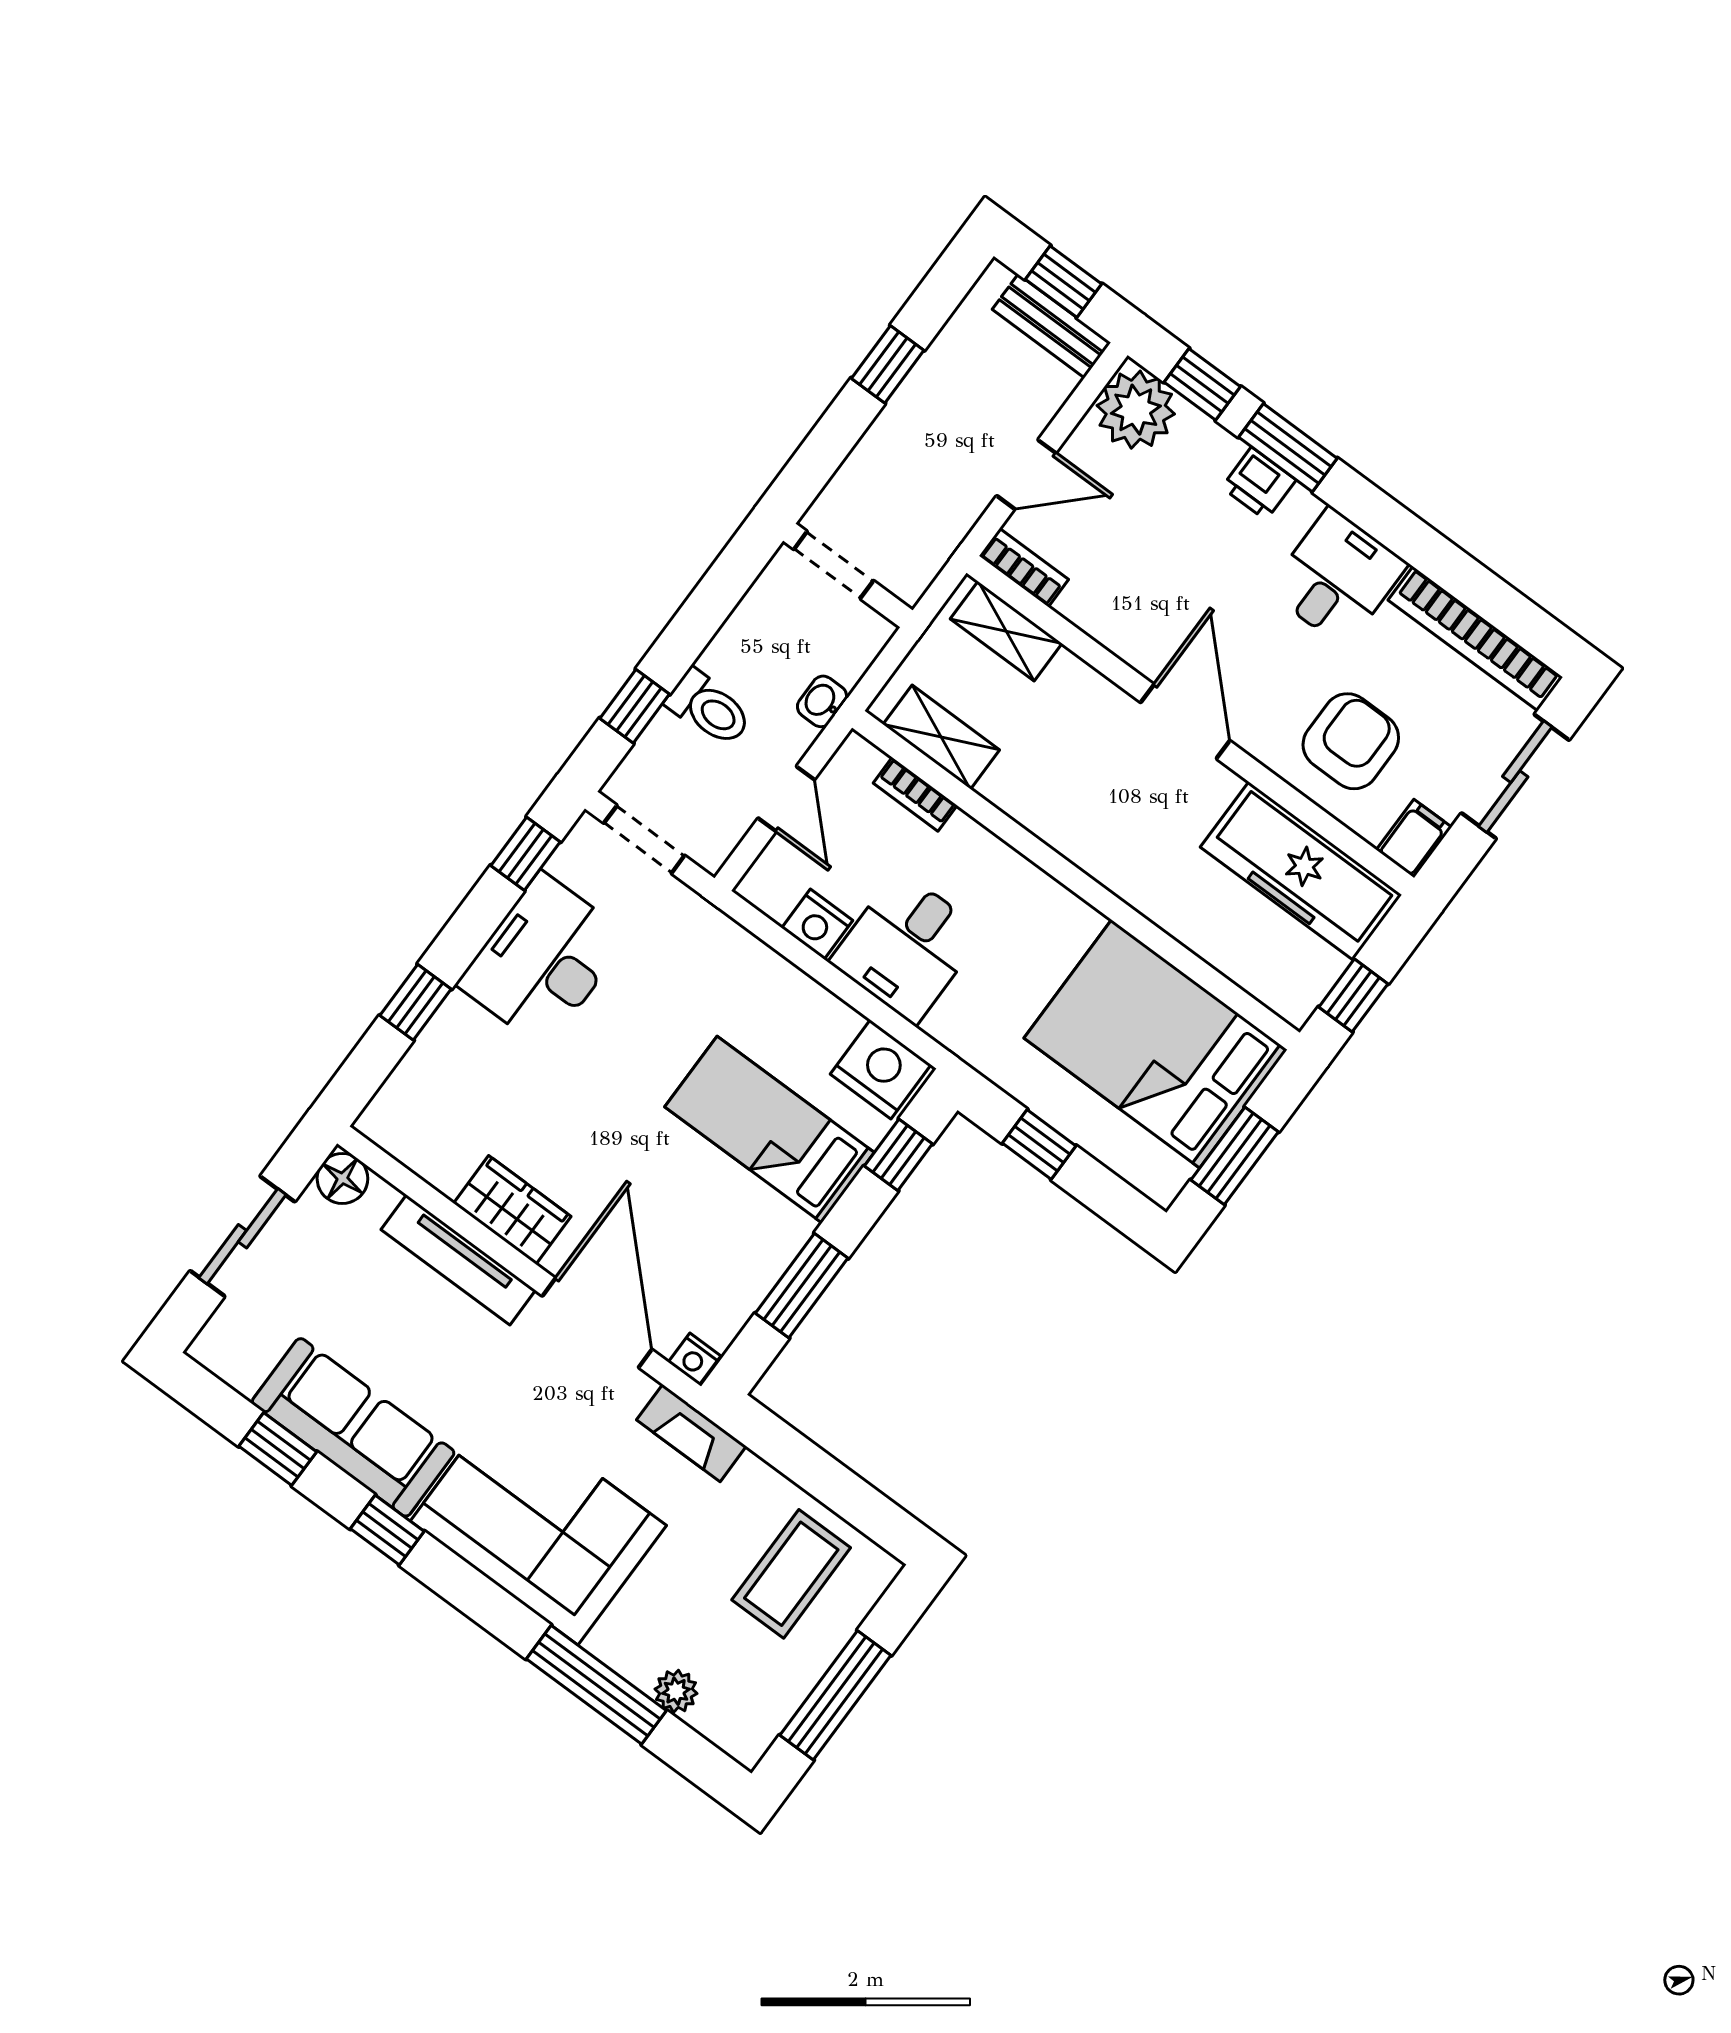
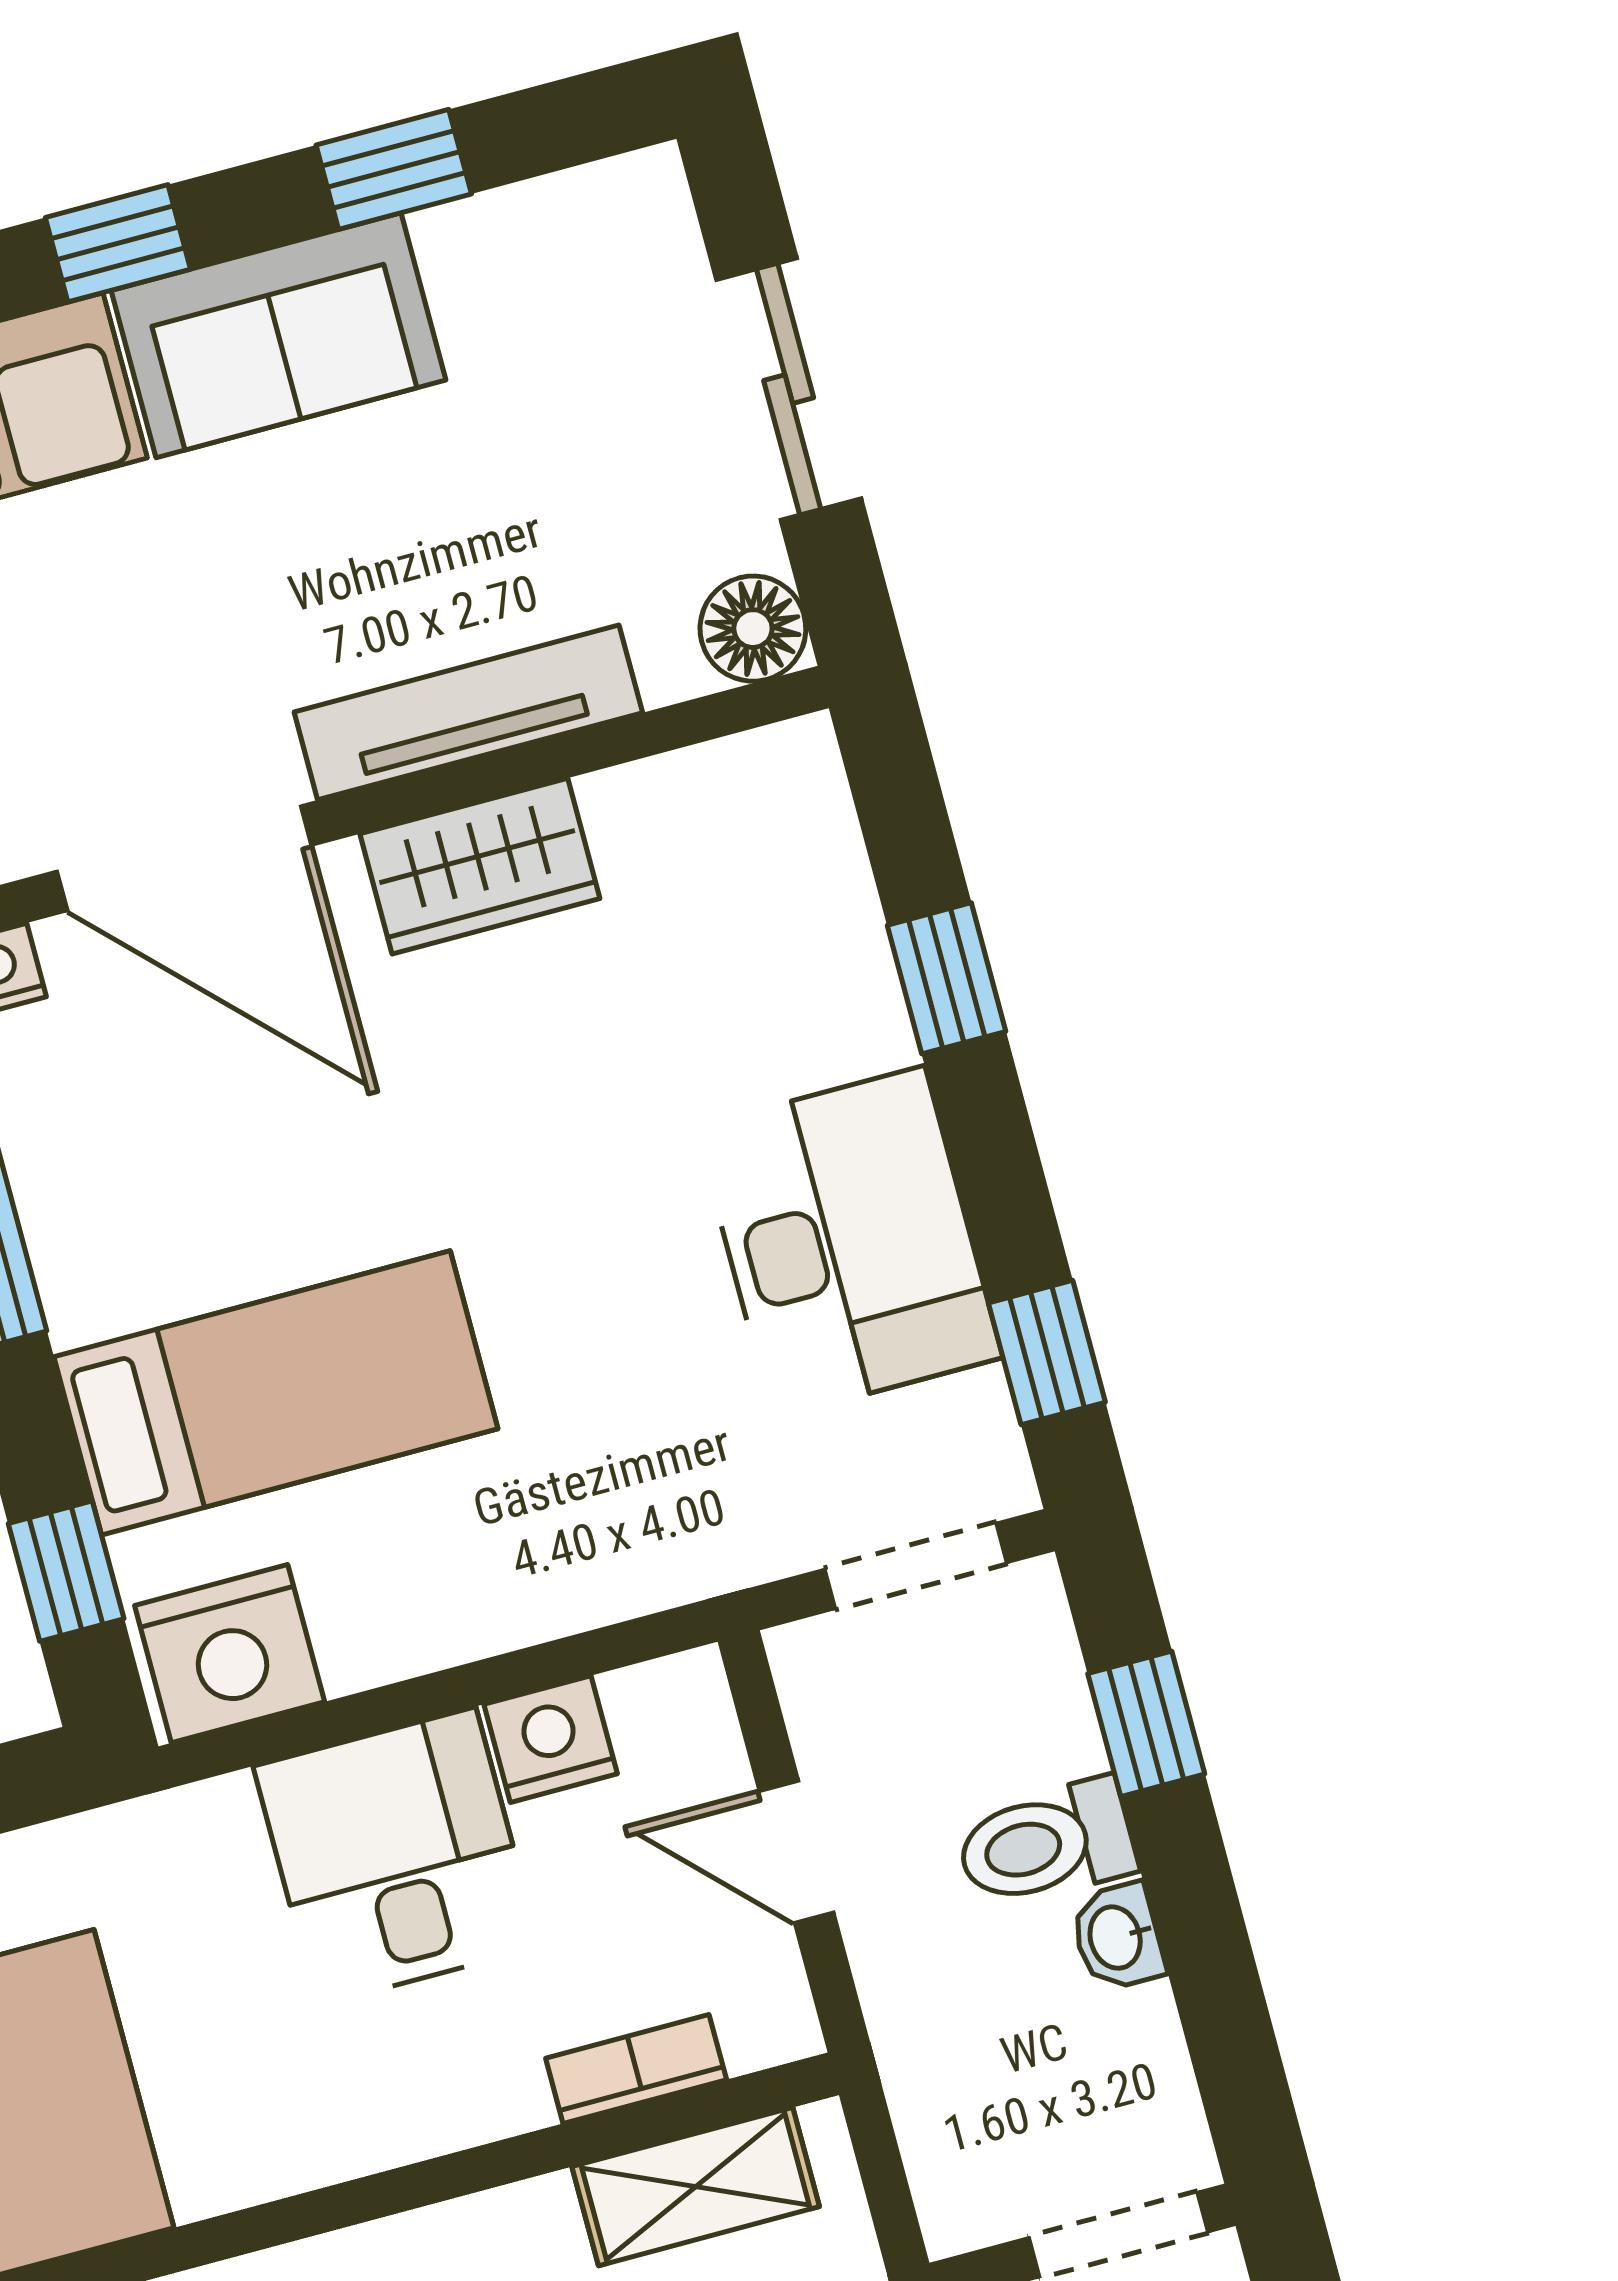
washbasin: (822, 701) -> (1117, 1937), moved, turned 180
sofa: (353, 1427) -> (278, 335), width x0.73

